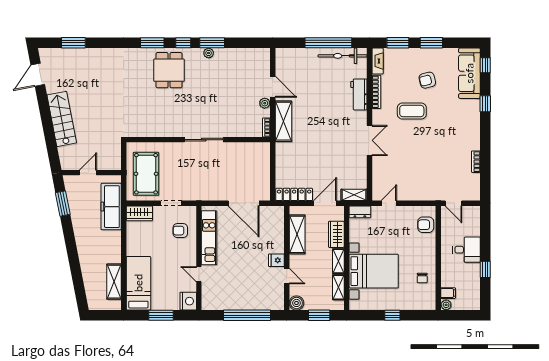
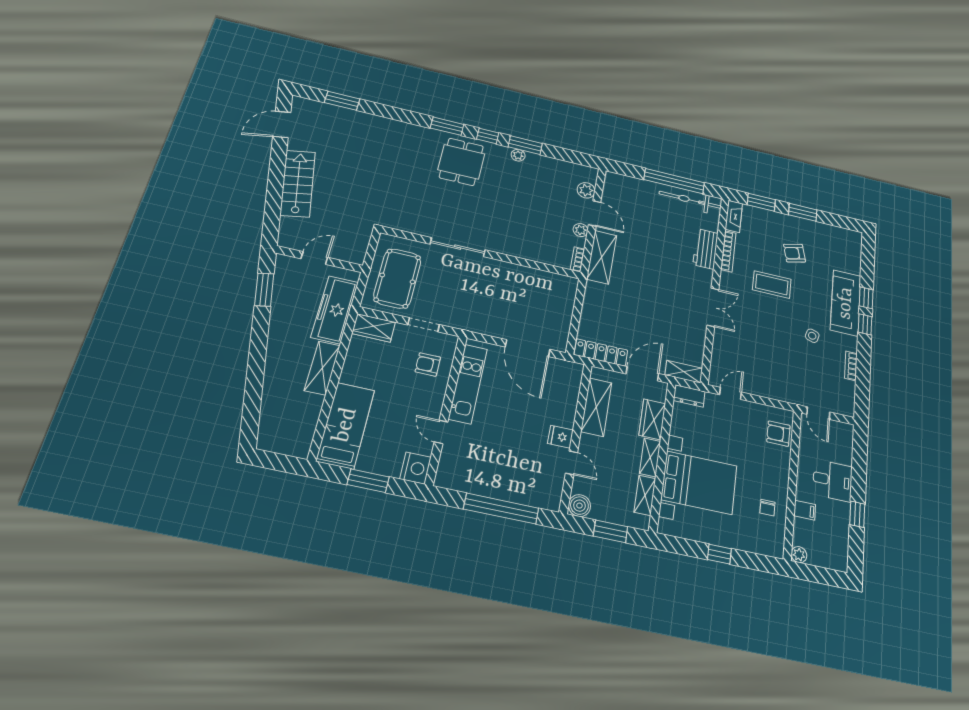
window: (485, 65) -> (865, 324), moved
plant: (263, 69) -> (586, 190), added
sofa: (469, 73) -> (846, 303), moved
sliding door: (204, 140) -> (458, 247), moved
side table: (445, 145) -> (812, 336), added
shelving: (114, 282) -> (322, 368), moved
filing cabinet: (448, 293) -> (805, 510), moved

